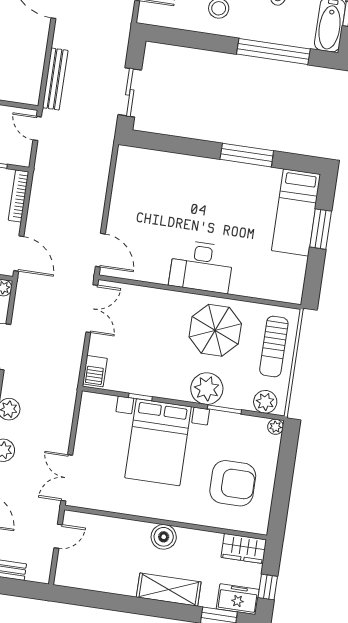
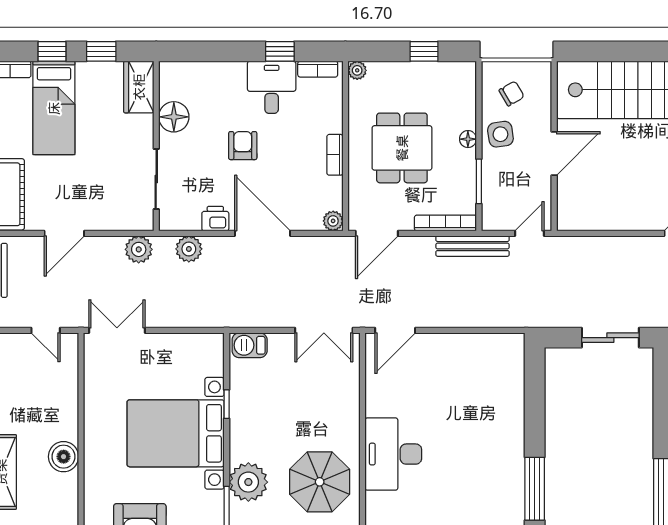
bench: (55, 79) -> (473, 246), moved
sliding door: (130, 92) -> (610, 338), moved

